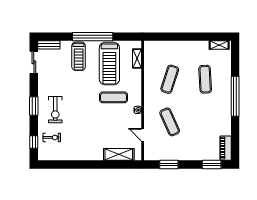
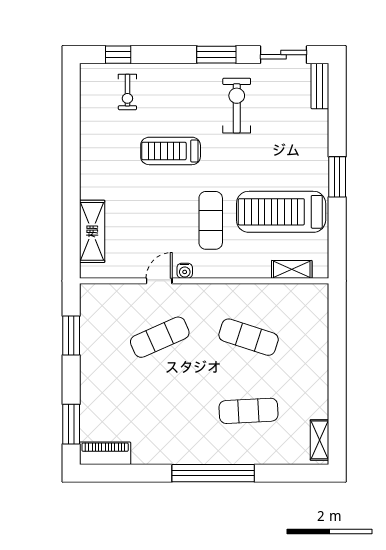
window: (93, 37) -> (337, 177), width x0.47
treadmill: (79, 56) -> (171, 151), moved
window: (34, 106) -> (216, 55), moved
exercise bike: (55, 110) -> (237, 106), moved, turned 90
door: (143, 135) -> (159, 281), moved

